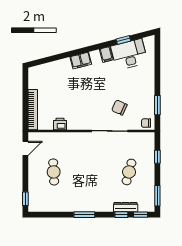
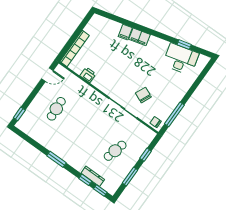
filing cabinet: (106, 54) -> (125, 32), moved
window: (157, 105) -> (174, 114), width x1.44
window: (157, 196) -> (130, 177), moved

